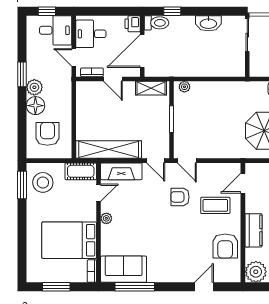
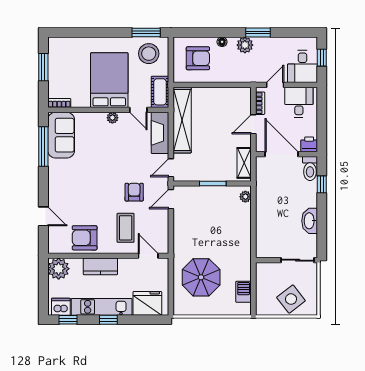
floor lamp: (35, 106) -> (222, 42), width x0.53, depth x0.53
bed: (69, 240) -> (109, 80), moved

